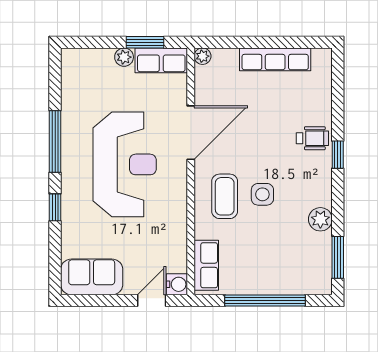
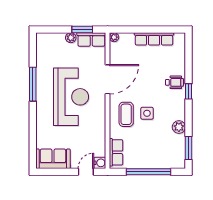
window: (55, 207) -> (33, 120), removed

